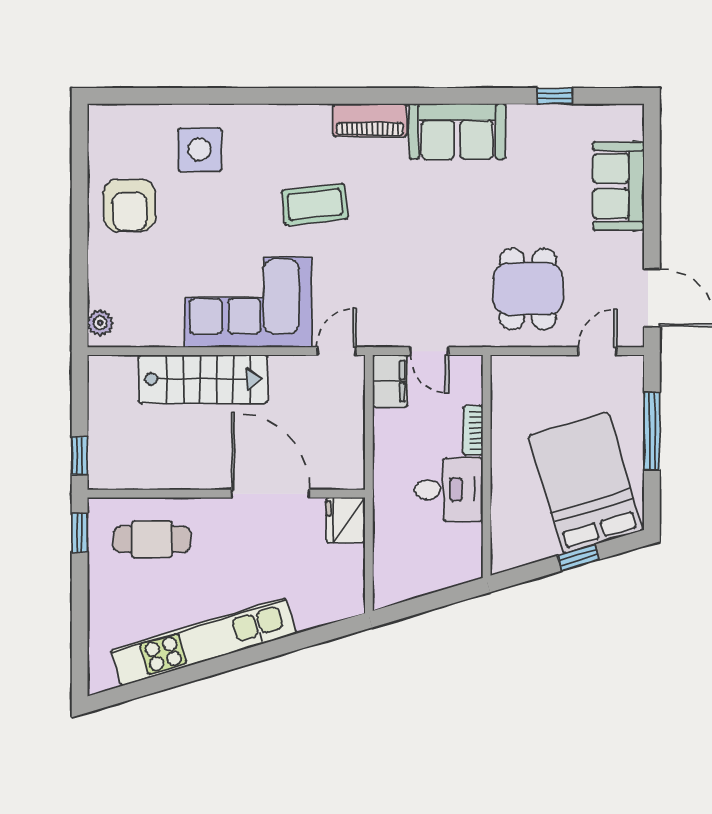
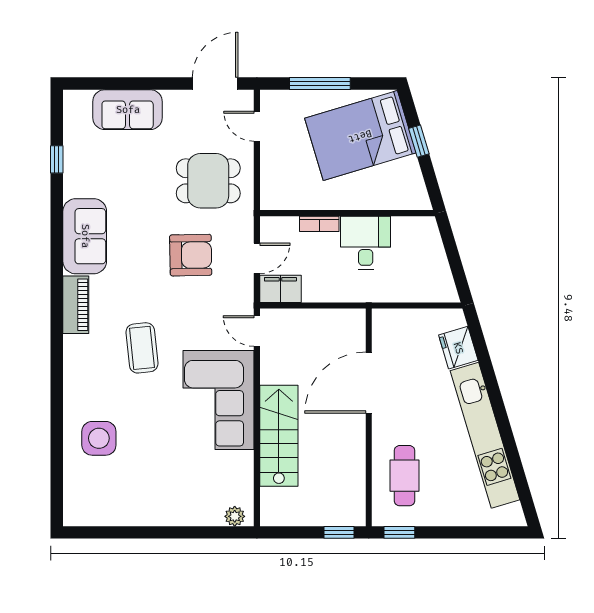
armchair: (129, 205) -> (191, 255), moved
fridge: (346, 520) -> (458, 348), moved, turned 73

